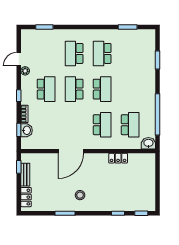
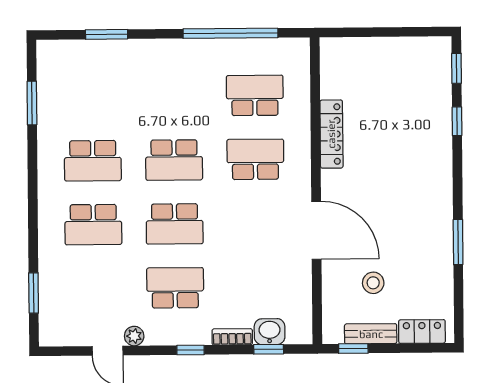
school desk: (102, 89) -> (174, 160), turned 180
washbasin: (148, 143) -> (297, 53), removed
locker: (118, 158) -> (331, 134), width x1.53
stool: (80, 195) -> (373, 283), moved

